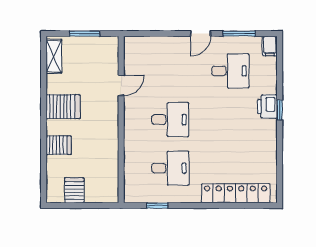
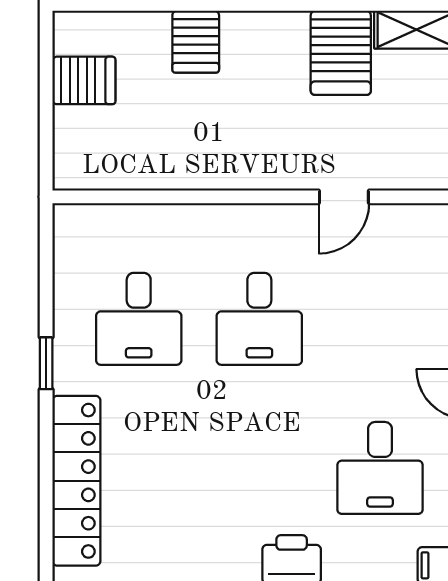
door: (121, 85) -> (344, 197), hinge flipped
server rack: (63, 107) -> (341, 53), moved
window: (157, 205) -> (46, 363), moved

